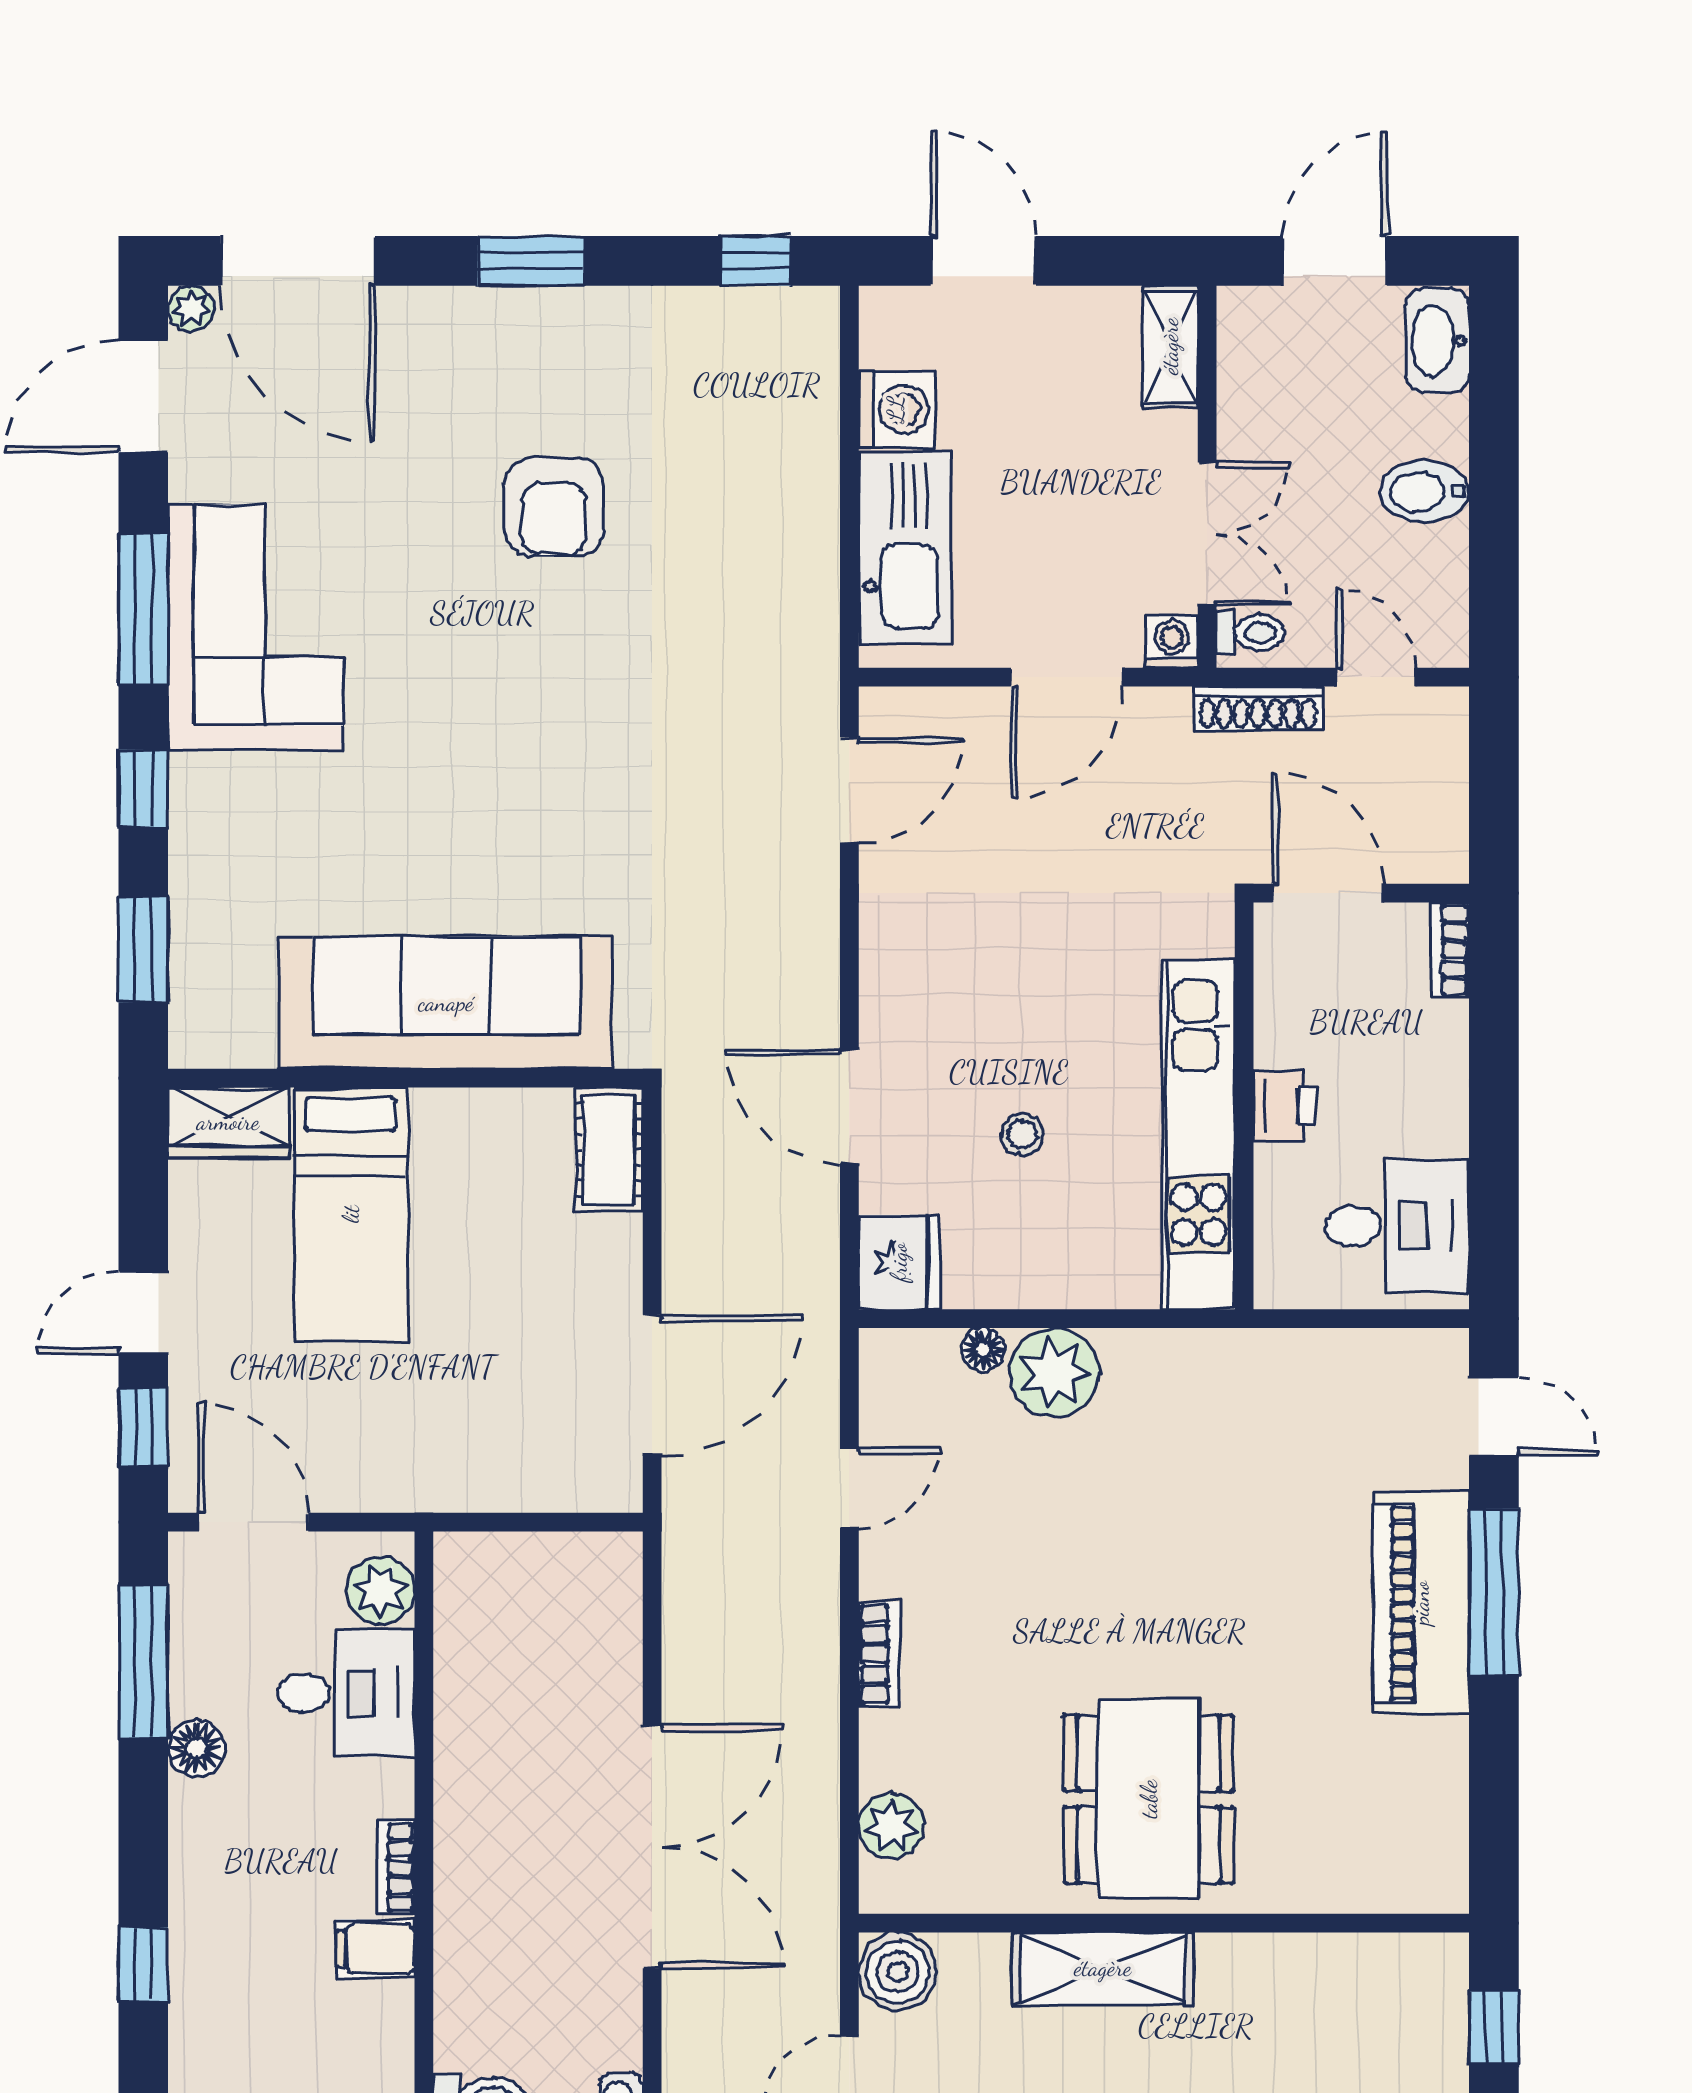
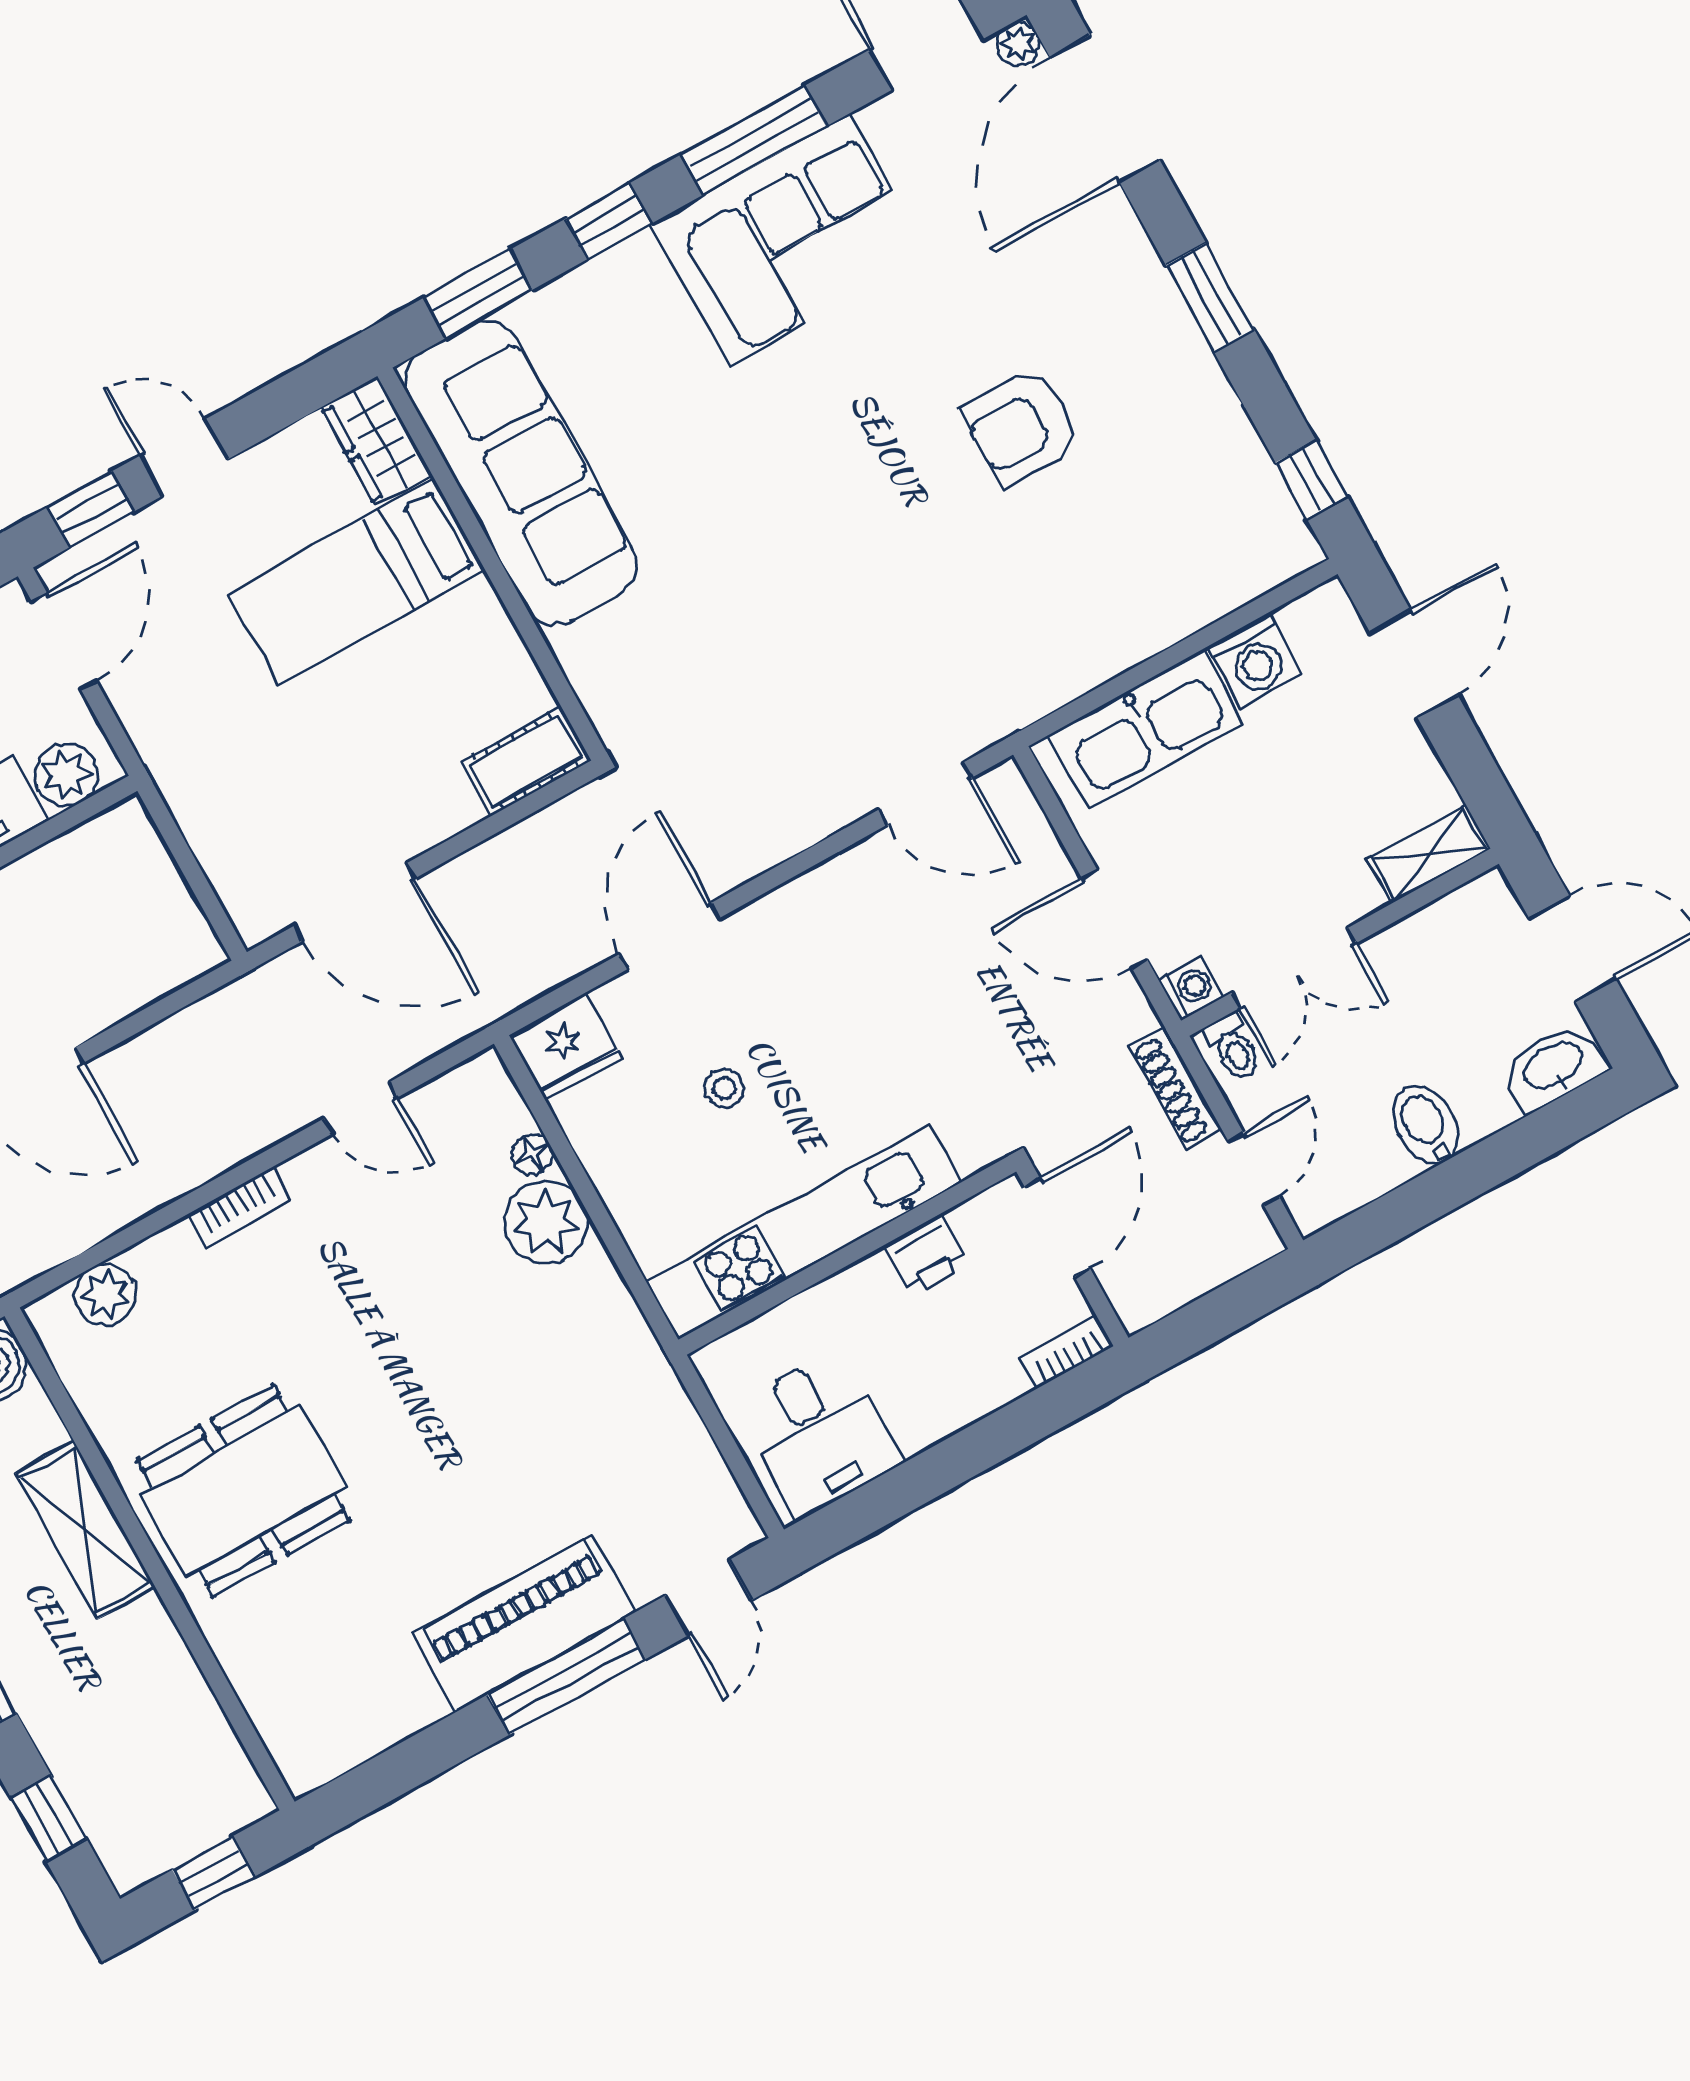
sofa: (446, 1003) -> (521, 473), moved
printer: (1285, 1106) -> (926, 1255), moved

